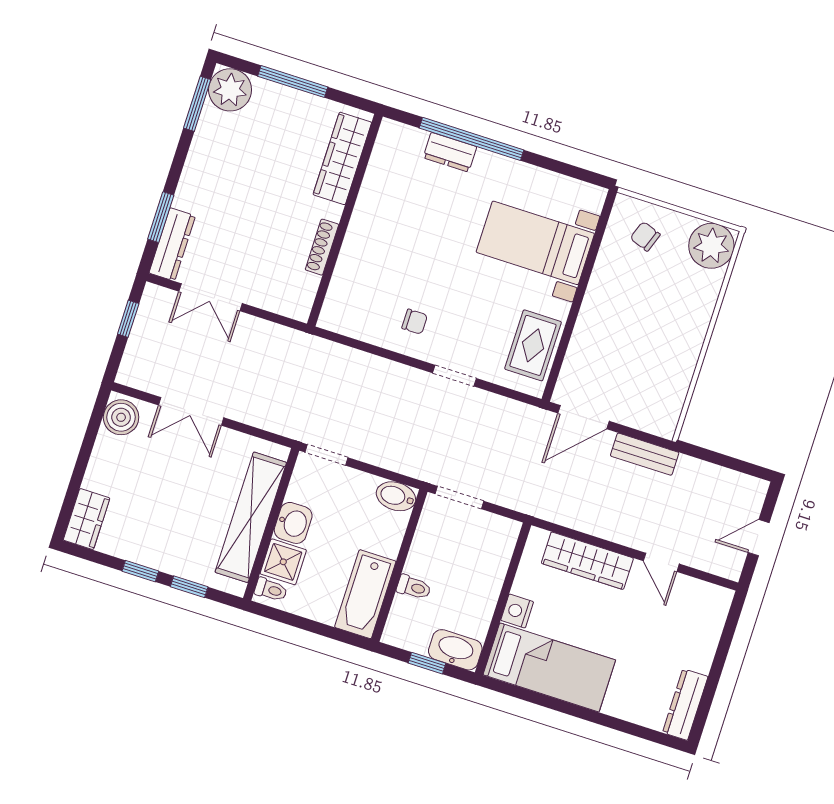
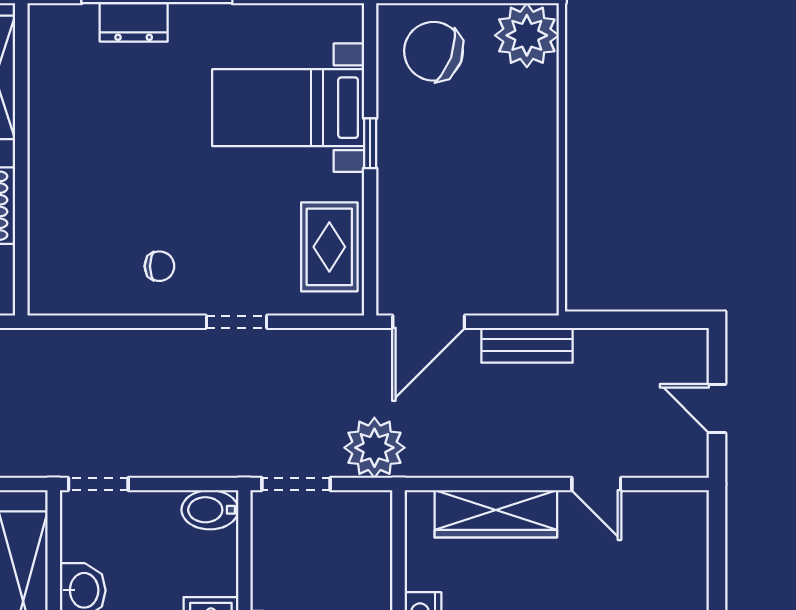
chair: (645, 236) -> (434, 51), width x1.87, depth x1.87
window: (583, 284) -> (370, 143), added
plant: (520, 490) -> (374, 448), added
door: (759, 538) -> (717, 408), hinge flipped

